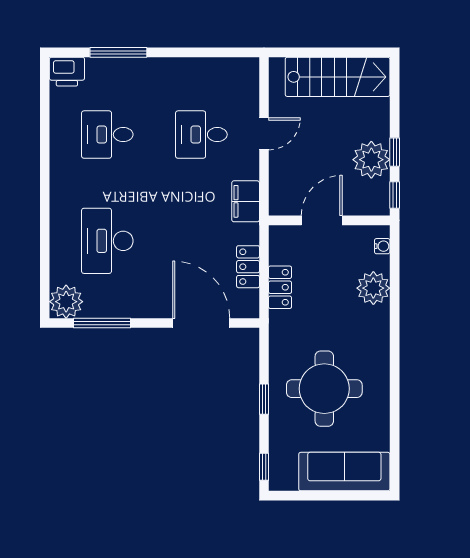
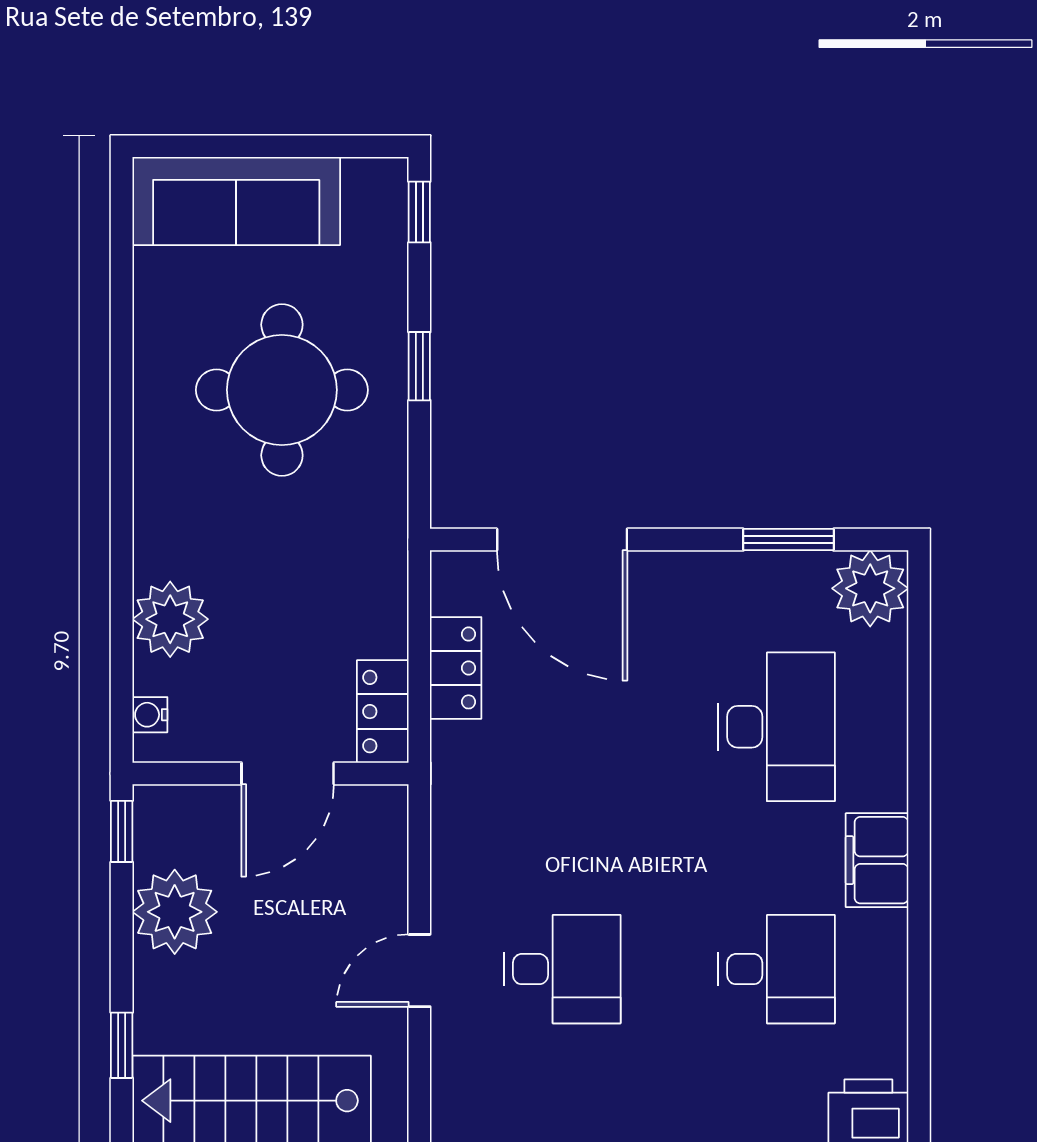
window: (395, 152) -> (122, 1045), moved
filing cabinet: (246, 201) -> (877, 860), moved, turned 180
locker: (280, 287) -> (383, 712), moved
window: (102, 323) -> (788, 540), width x0.69

